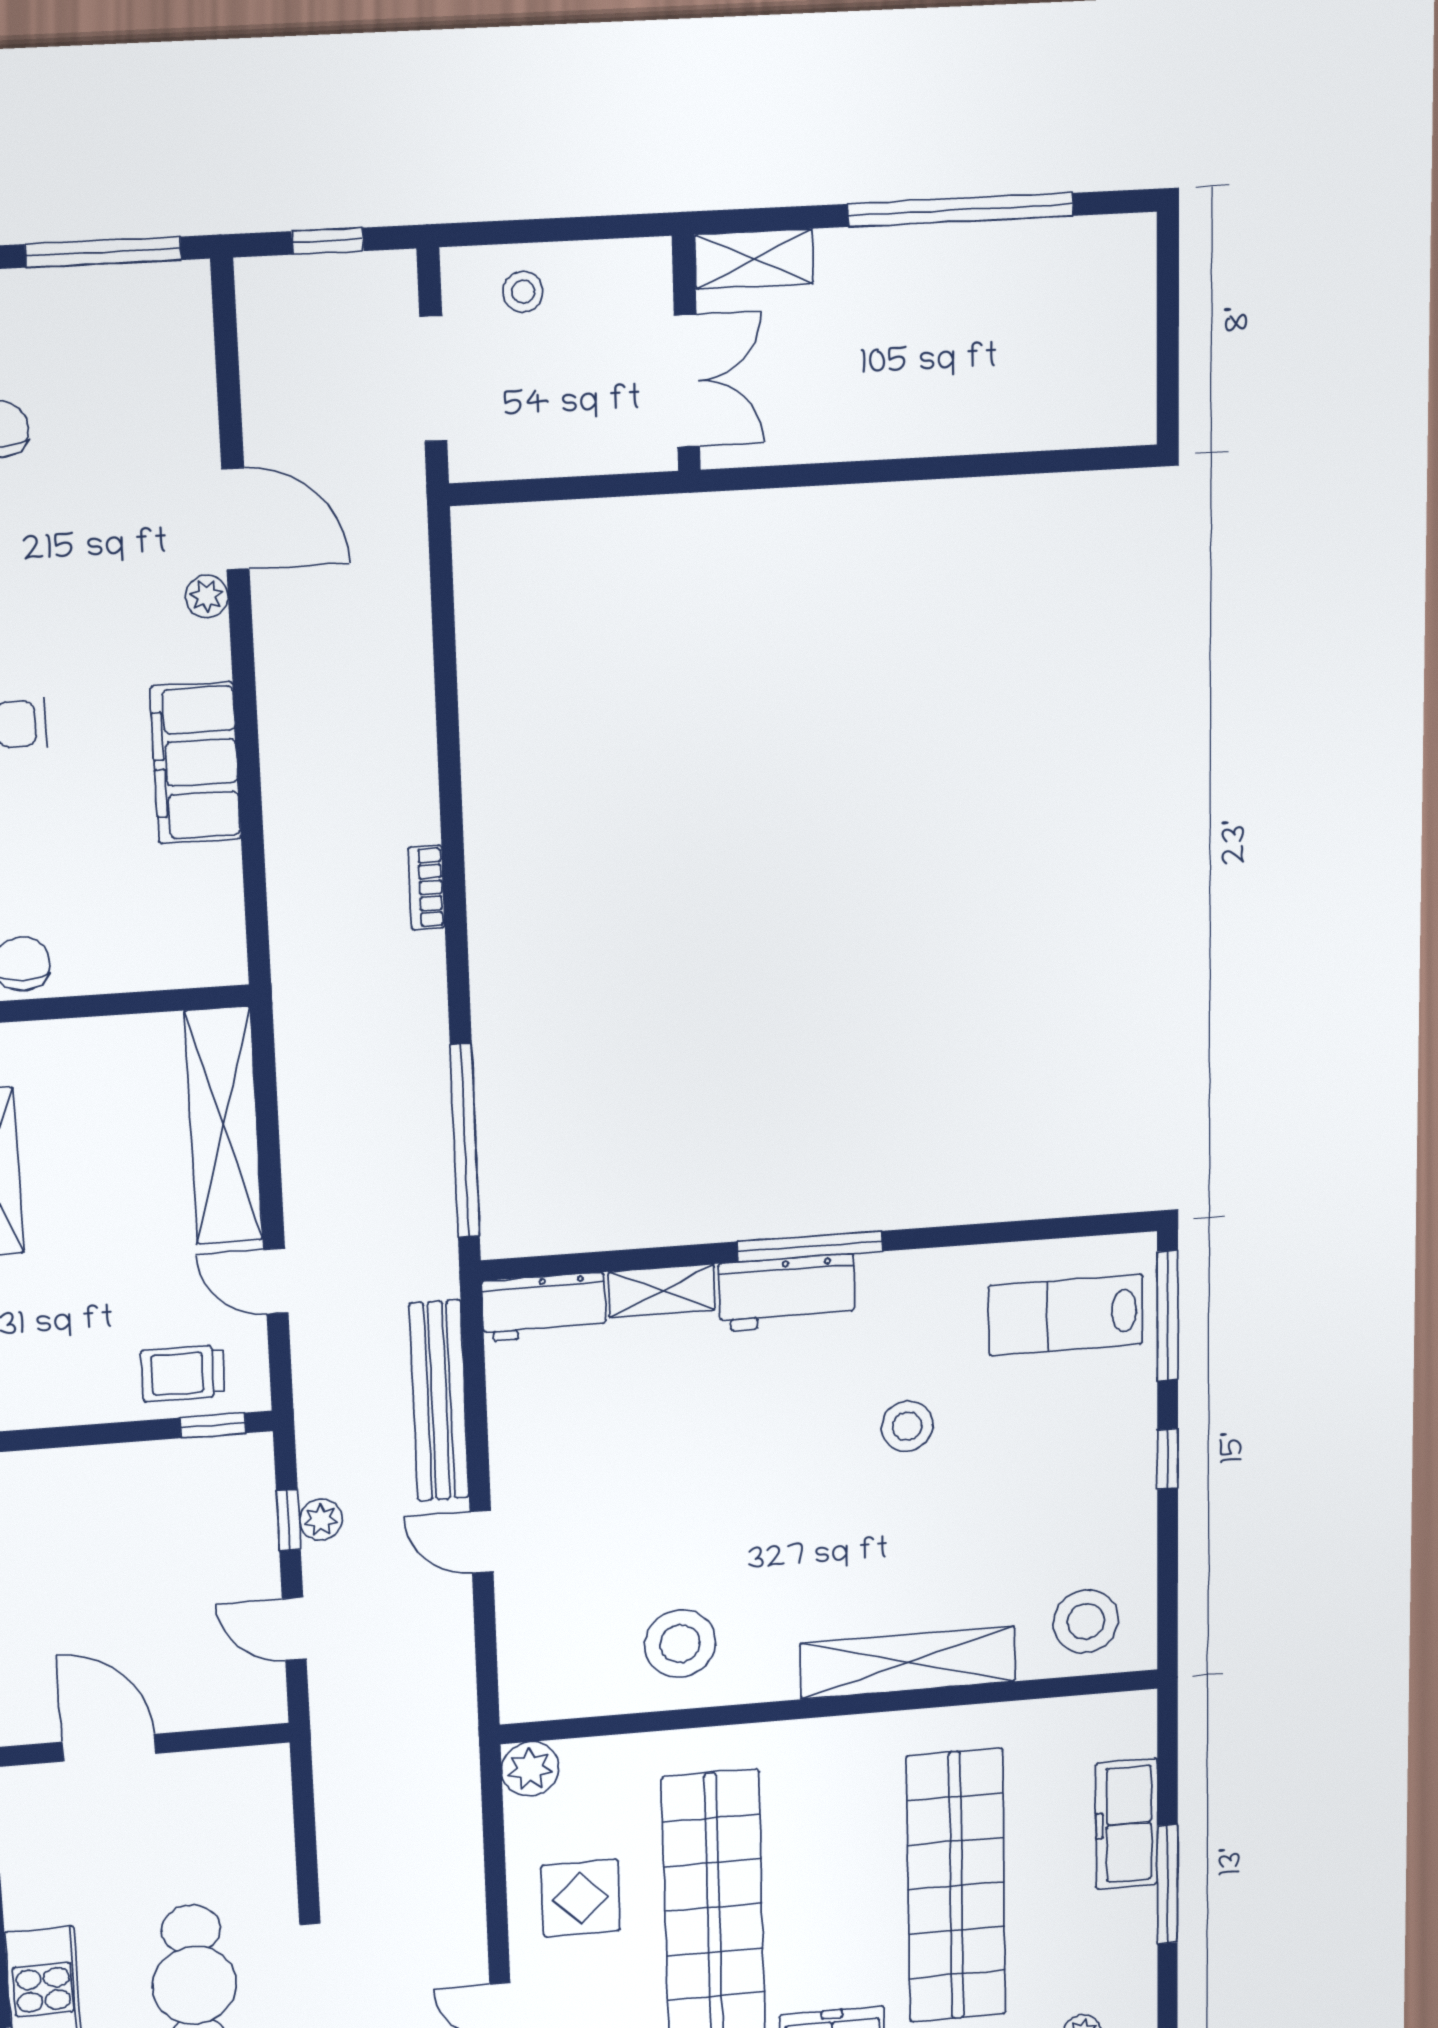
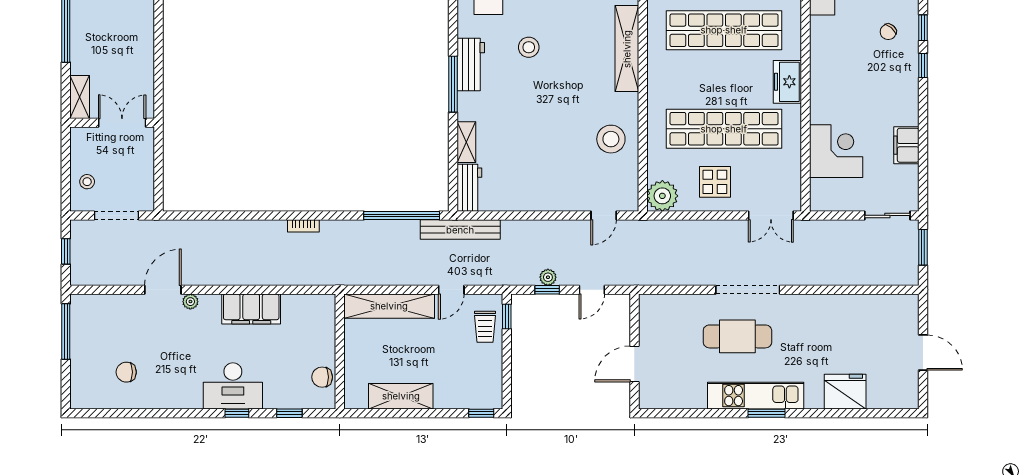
workbench: (787, 1292) -> (471, 65), moved
bench: (439, 1401) -> (460, 230), moved
door: (481, 1542) -> (604, 215), moved
plant: (530, 1769) -> (662, 196), width x1.36, depth x1.36

